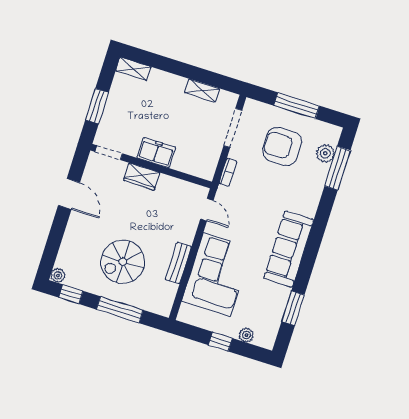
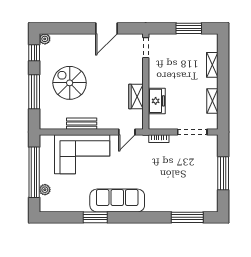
shelving: (133, 69) -> (212, 65), moved
window: (97, 106) -> (189, 28), moved
armchair: (282, 146) -> (190, 172), removed
freezer: (156, 153) -> (157, 101), moved
plant: (325, 153) -> (195, 205), removed
wardrobe: (142, 177) -> (136, 97), moved
window: (293, 308) -> (95, 217), moved
window: (220, 342) -> (34, 172), width x3.17

